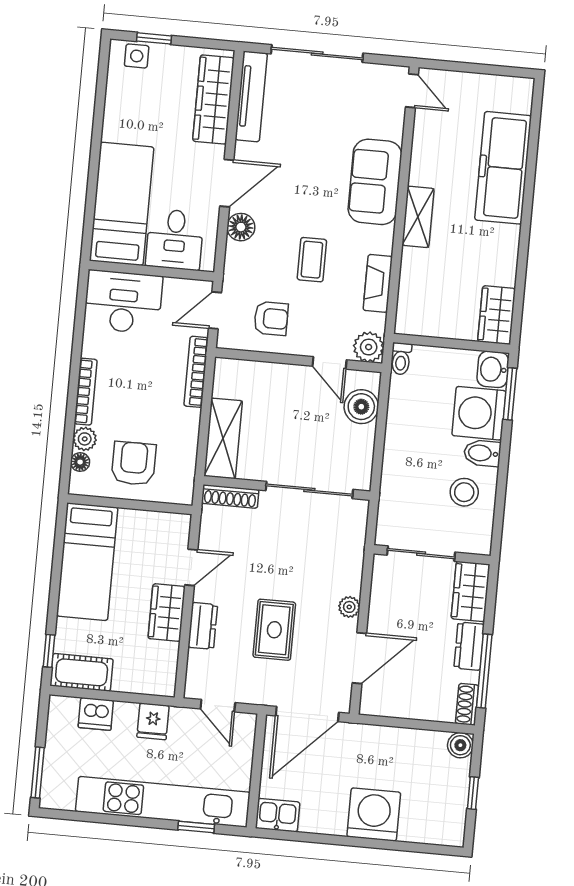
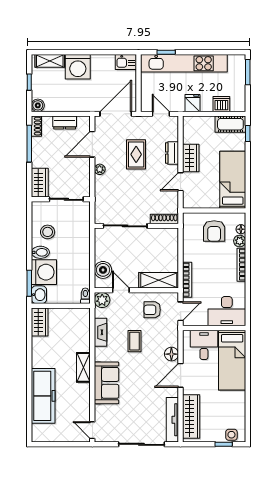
shelving: (223, 438) -> (159, 280), moved, turned 90
dresser: (469, 646) -> (65, 123), moved, turned 90
shelving: (428, 831) -> (50, 61), added

